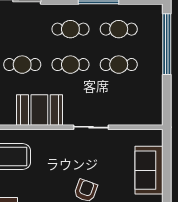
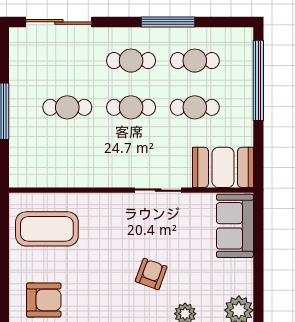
booth: (39, 110) -> (223, 167), moved
sofa: (149, 170) -> (235, 226), moved

